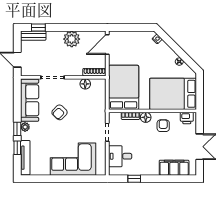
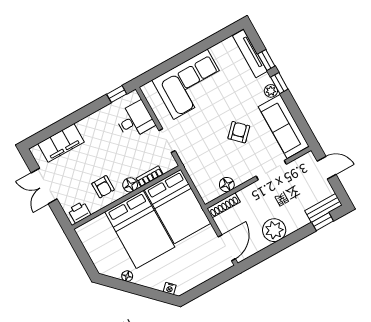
bed: (173, 94) -> (140, 229), moved, turned 90
window: (134, 179) -> (117, 94), moved

